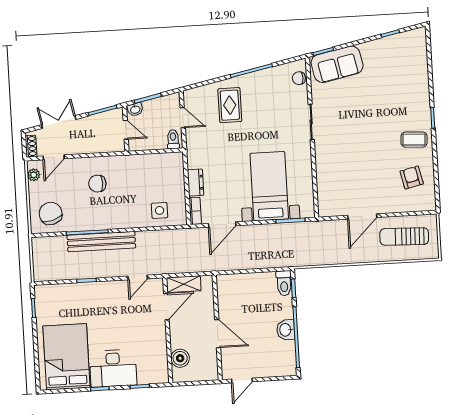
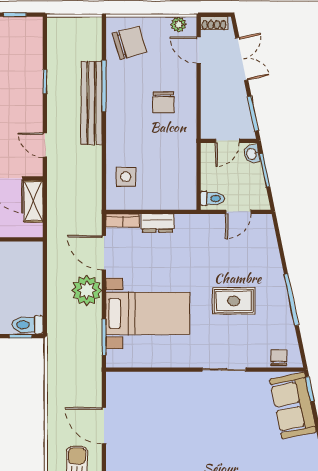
rug: (230, 105) -> (234, 301), moved
chair: (97, 184) -> (163, 102), turned 180
plant: (253, 237) -> (87, 290), added

